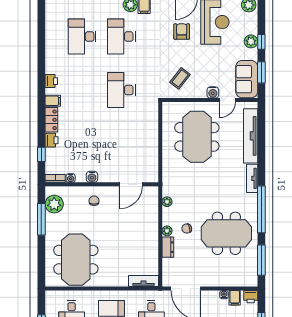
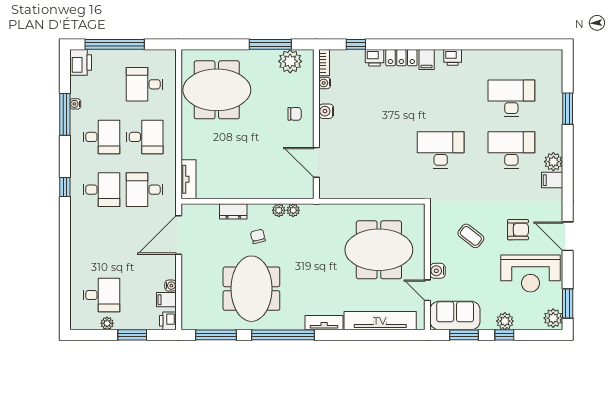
coffee table: (180, 78) -> (471, 236), moved
plant: (167, 231) -> (279, 210), moved

